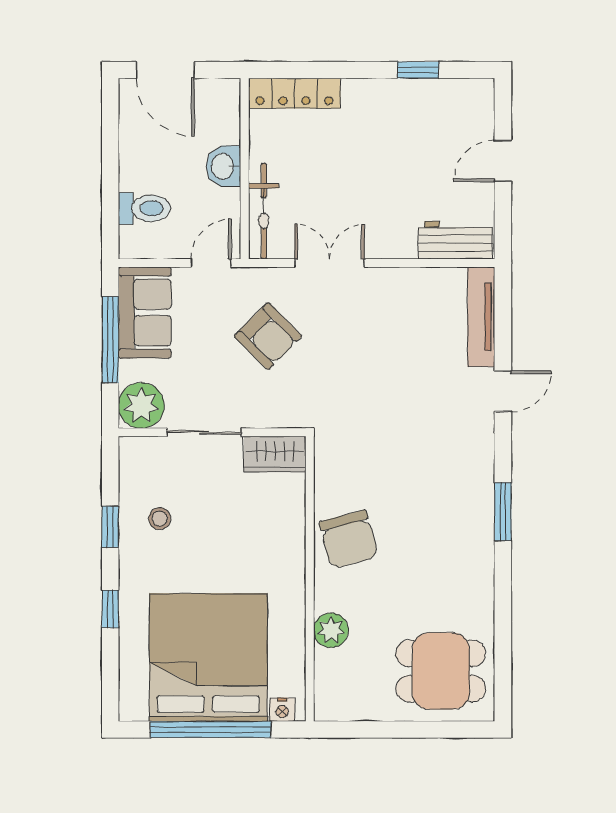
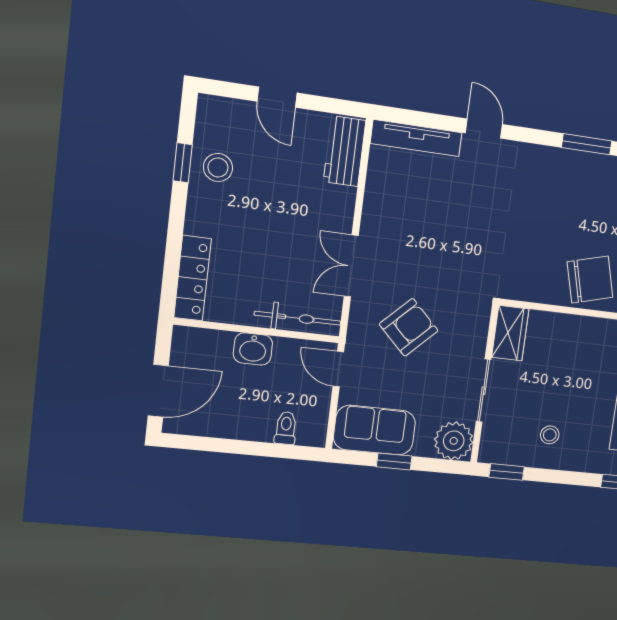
stool: (418, 107) -> (218, 168), added
toilet: (144, 208) -> (286, 428), width x0.73, depth x0.72
window: (110, 340) -> (394, 461), width x0.46
window: (110, 527) -> (507, 472), moved

